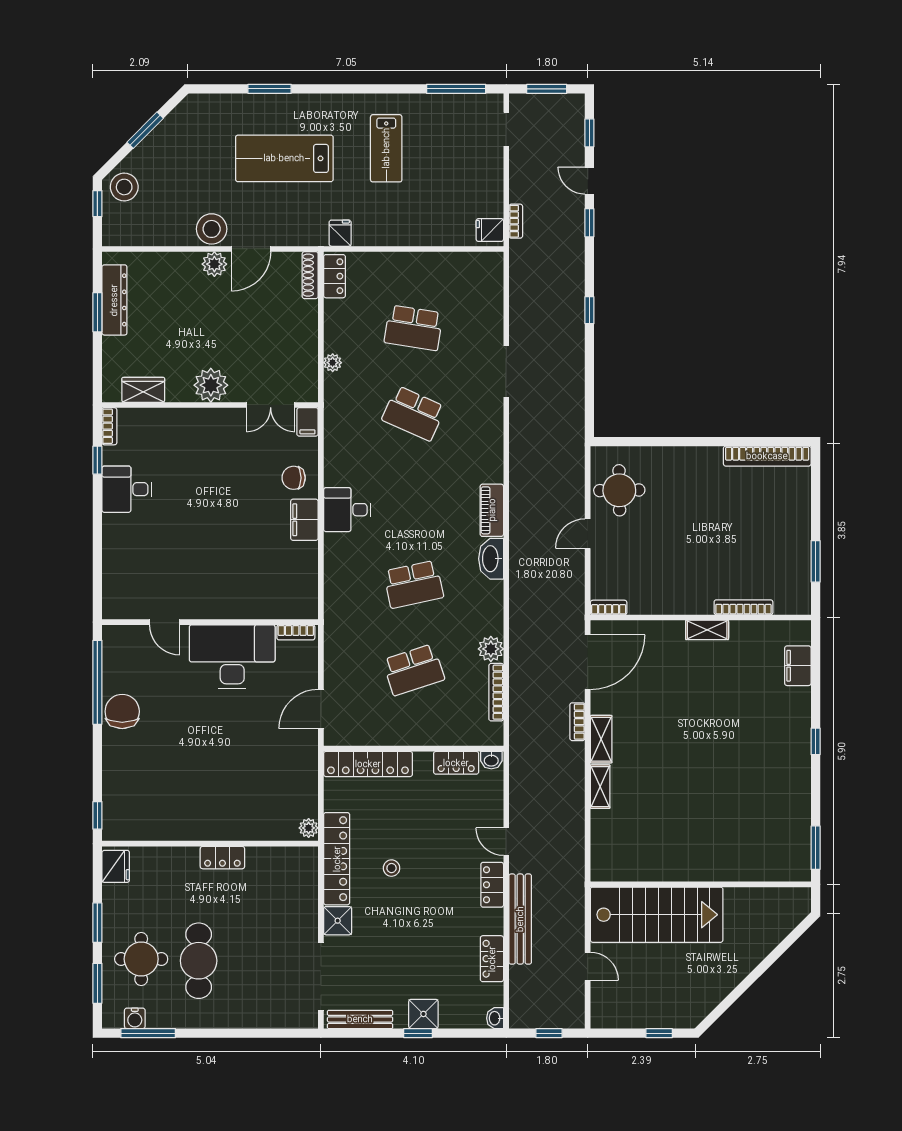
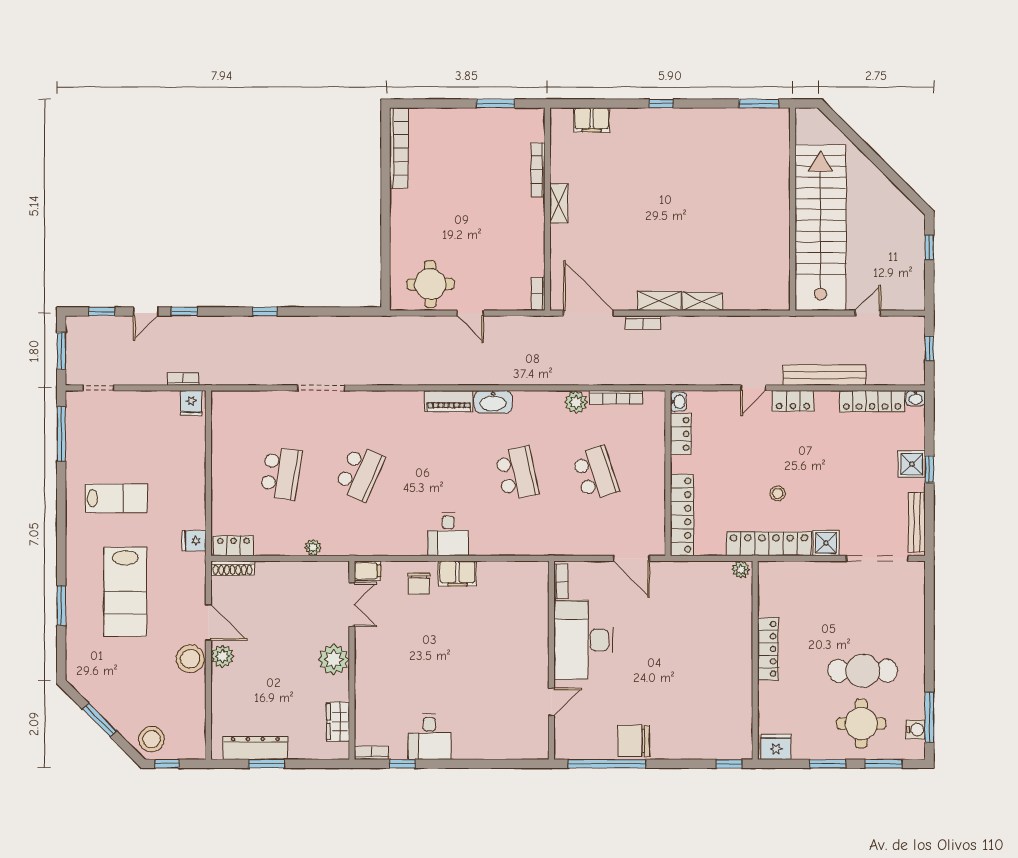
locker: (222, 858) -> (768, 649), width x1.53
stairs: (657, 915) -> (820, 228), width x1.36
locker: (492, 959) -> (872, 401), width x1.53

